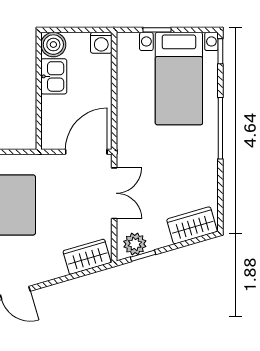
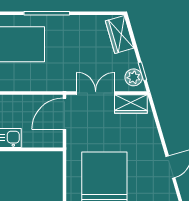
door: (86, 152) -> (64, 114), hinge flipped
wardrobe: (87, 257) -> (131, 104), moved, turned -74

